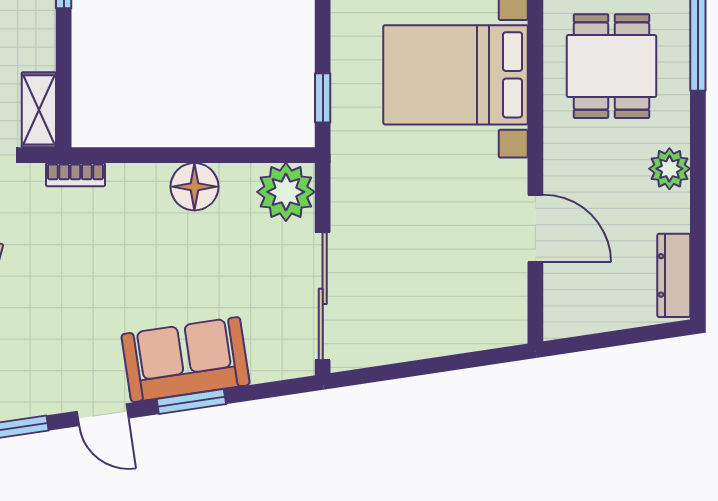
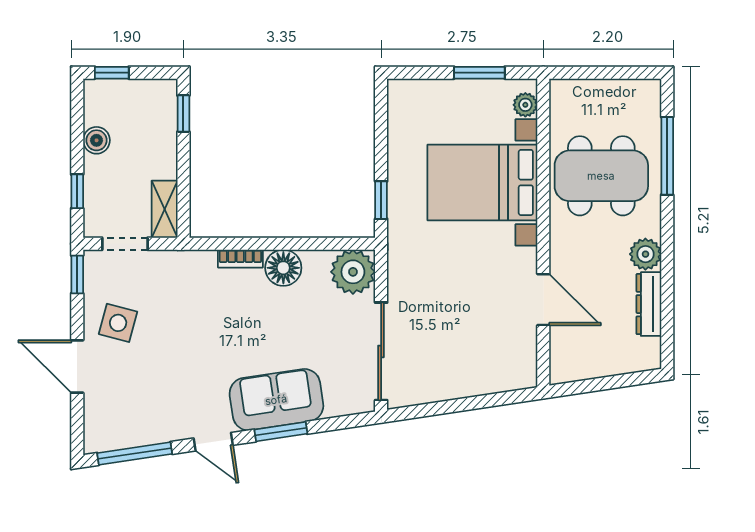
dining table: (612, 66) -> (601, 176), width x1.38
bookcase: (75, 175) -> (240, 259), moved
dresser: (674, 275) -> (649, 304), moved

